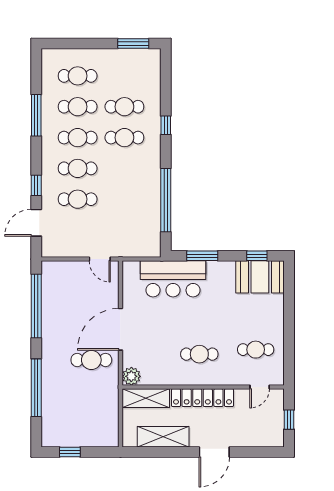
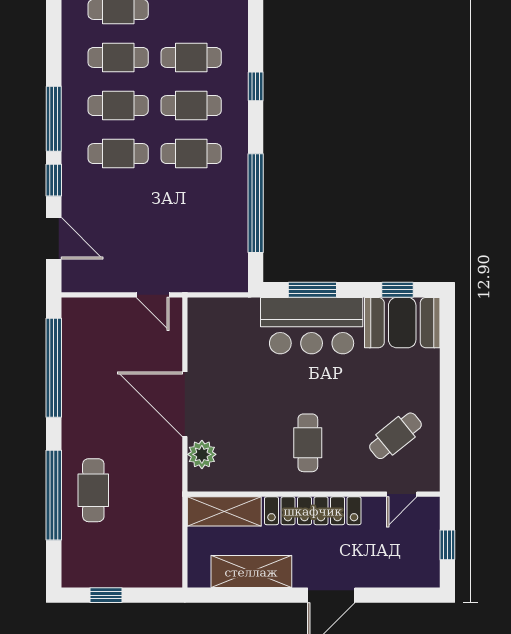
window: (36, 115) -> (54, 119), moved
cafe table: (78, 199) -> (191, 154), moved
door: (36, 223) -> (54, 238), swing flipped
bar counter: (173, 279) -> (312, 326), moved
door: (120, 329) -> (185, 404), hinge flipped
cafe table: (256, 350) -> (395, 436), turned -39
cafe table: (199, 354) -> (308, 443), turned 90
cafe table: (91, 360) -> (93, 490), moved, turned 90
plant: (131, 376) -> (202, 454), moved

